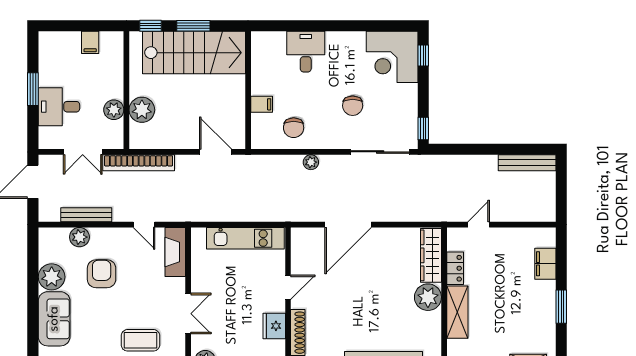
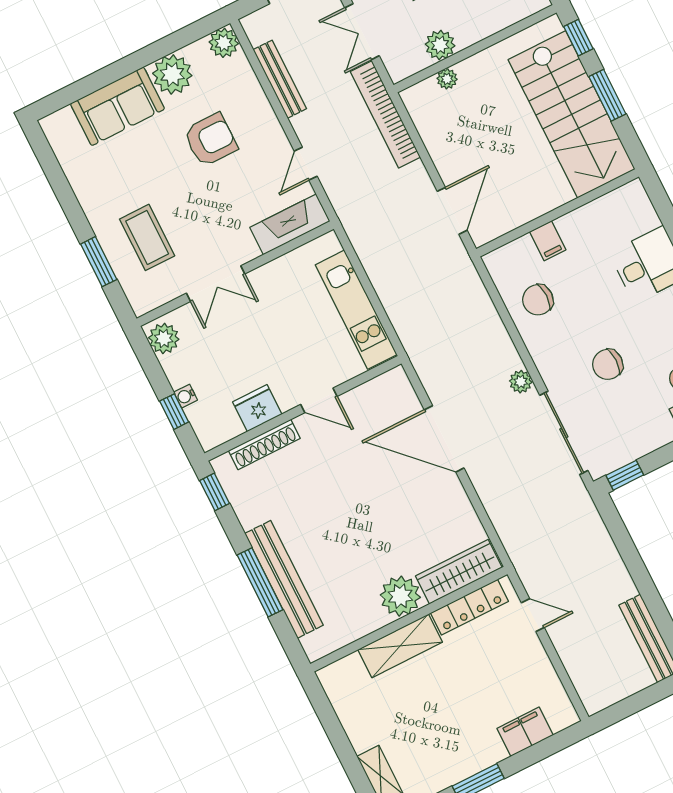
plant: (142, 110) -> (447, 79), width x0.53, depth x0.53
plant: (311, 162) -> (521, 382), moved
plant: (79, 237) -> (224, 43), moved
locker: (455, 268) -> (469, 607), width x1.53

